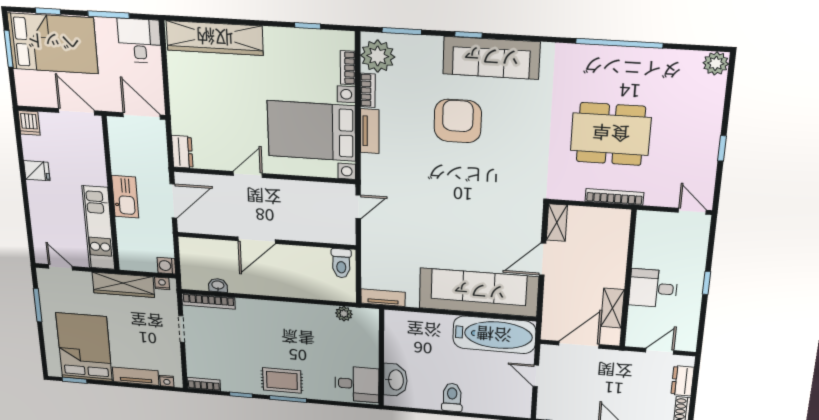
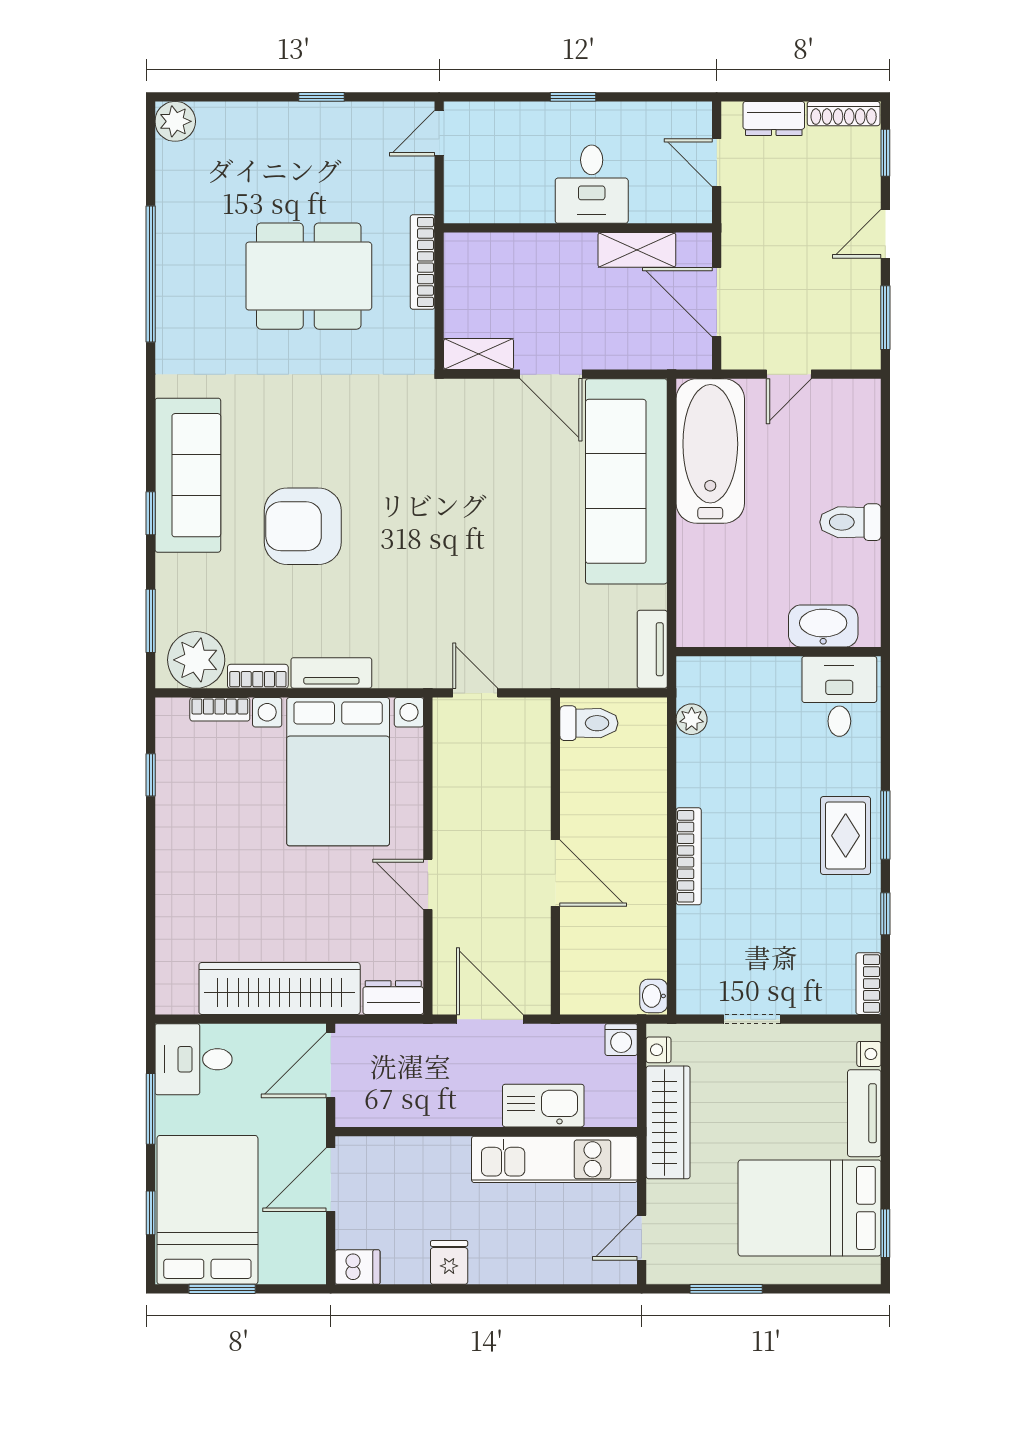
wardrobe: (215, 38) -> (280, 988), moved, turned -90
dining table: (611, 134) -> (309, 276), turned 90
kitchen sink: (125, 197) -> (543, 1106), moved
washbasin: (218, 285) -> (654, 996), moved
bookcase: (208, 301) -> (689, 856), moved

